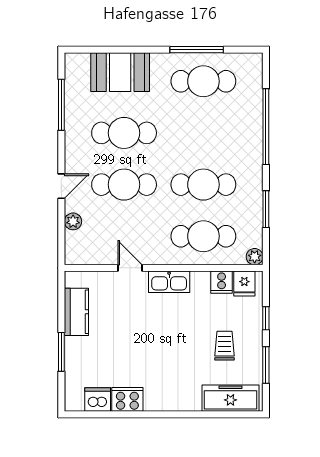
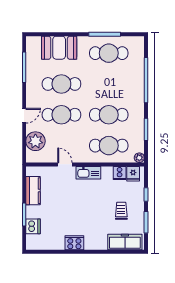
plant: (73, 221) -> (35, 141), width x1.88, depth x1.88
dishwasher: (98, 399) -> (33, 226), moved, turned 90
cooker: (127, 399) -> (74, 243), moved

